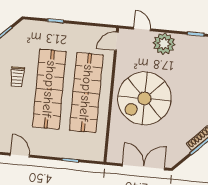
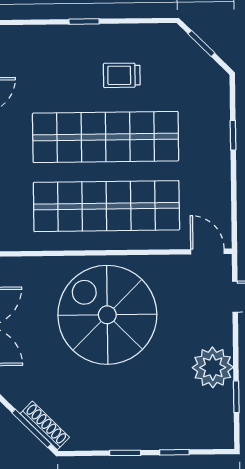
plant: (164, 44) -> (213, 367), moved

